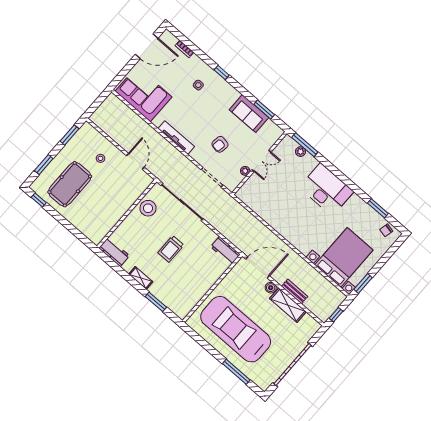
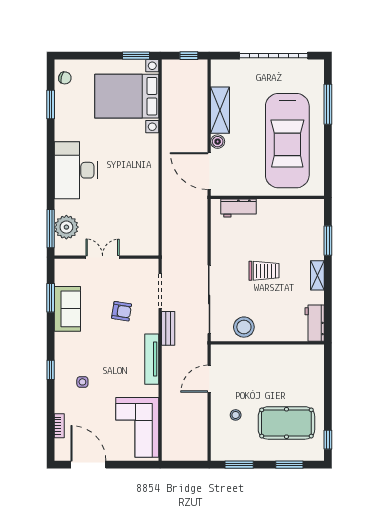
plant: (301, 152) -> (66, 227), width x1.88, depth x1.88
plant: (245, 171) -> (126, 265), removed
workbench: (225, 251) -> (239, 208), moved, turned 90
bench: (295, 291) -> (168, 328), moved

